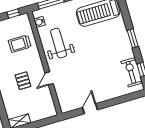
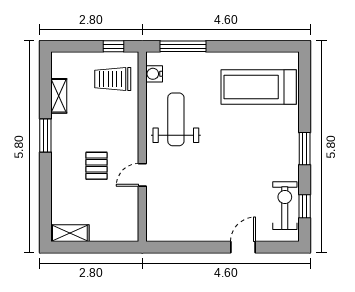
trolley: (20, 44) -> (113, 79), moved
door: (90, 109) -> (243, 247), moved

